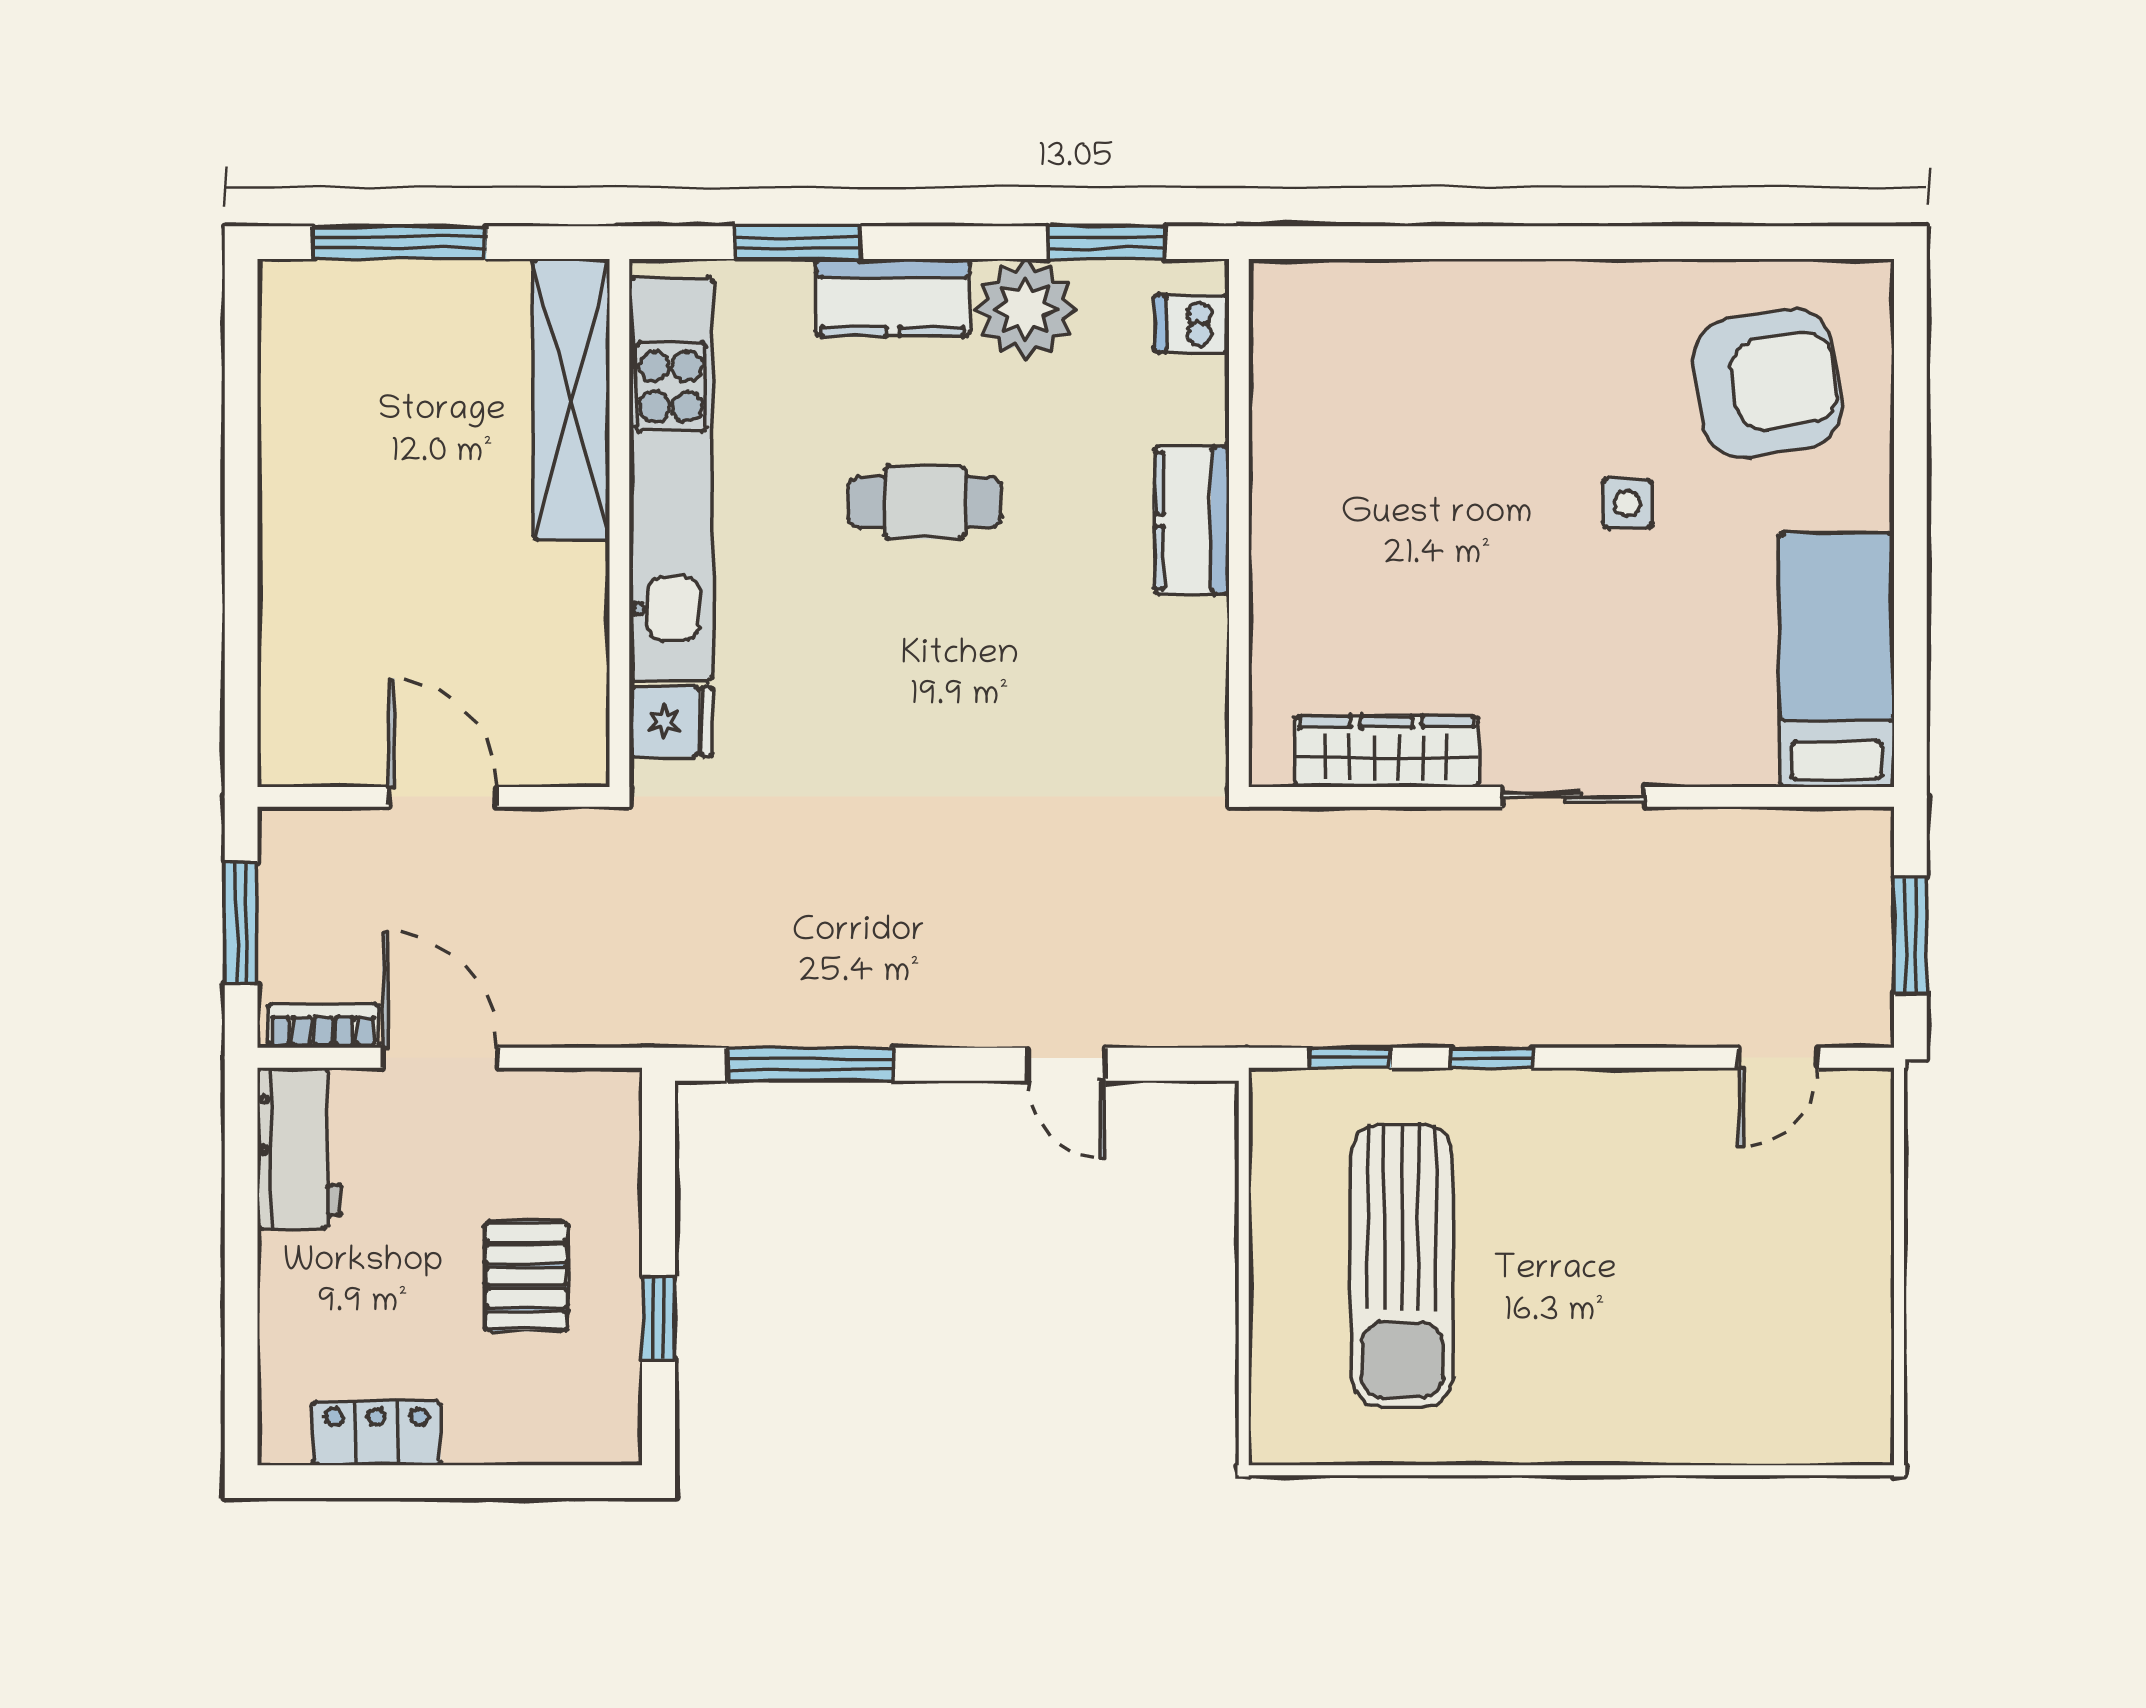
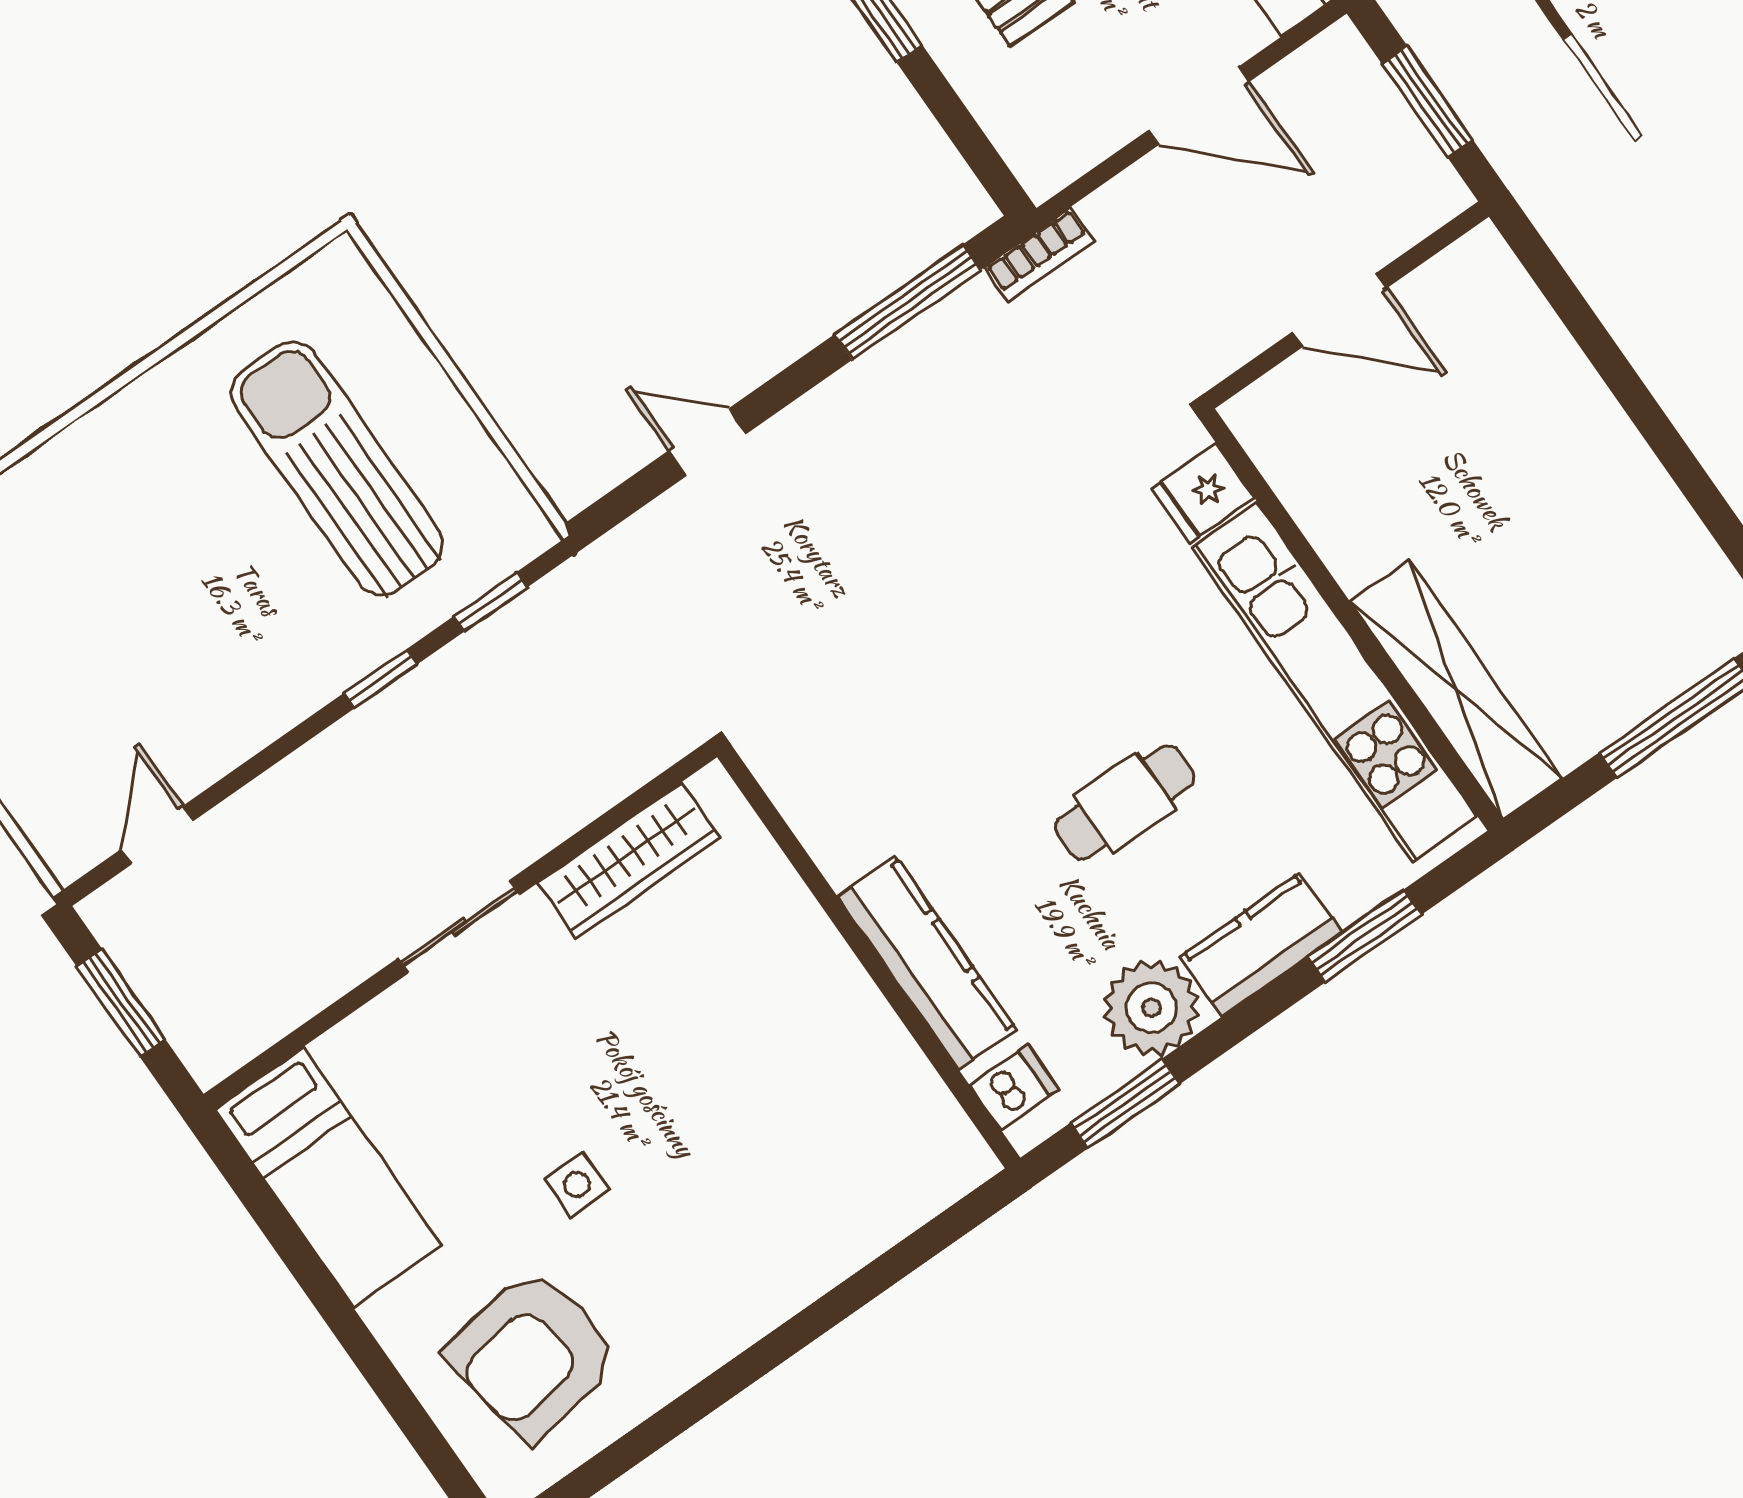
kitchen counter: (1192, 520) -> (927, 963), width x1.50
bookcase: (323, 1026) -> (1039, 255), moved

